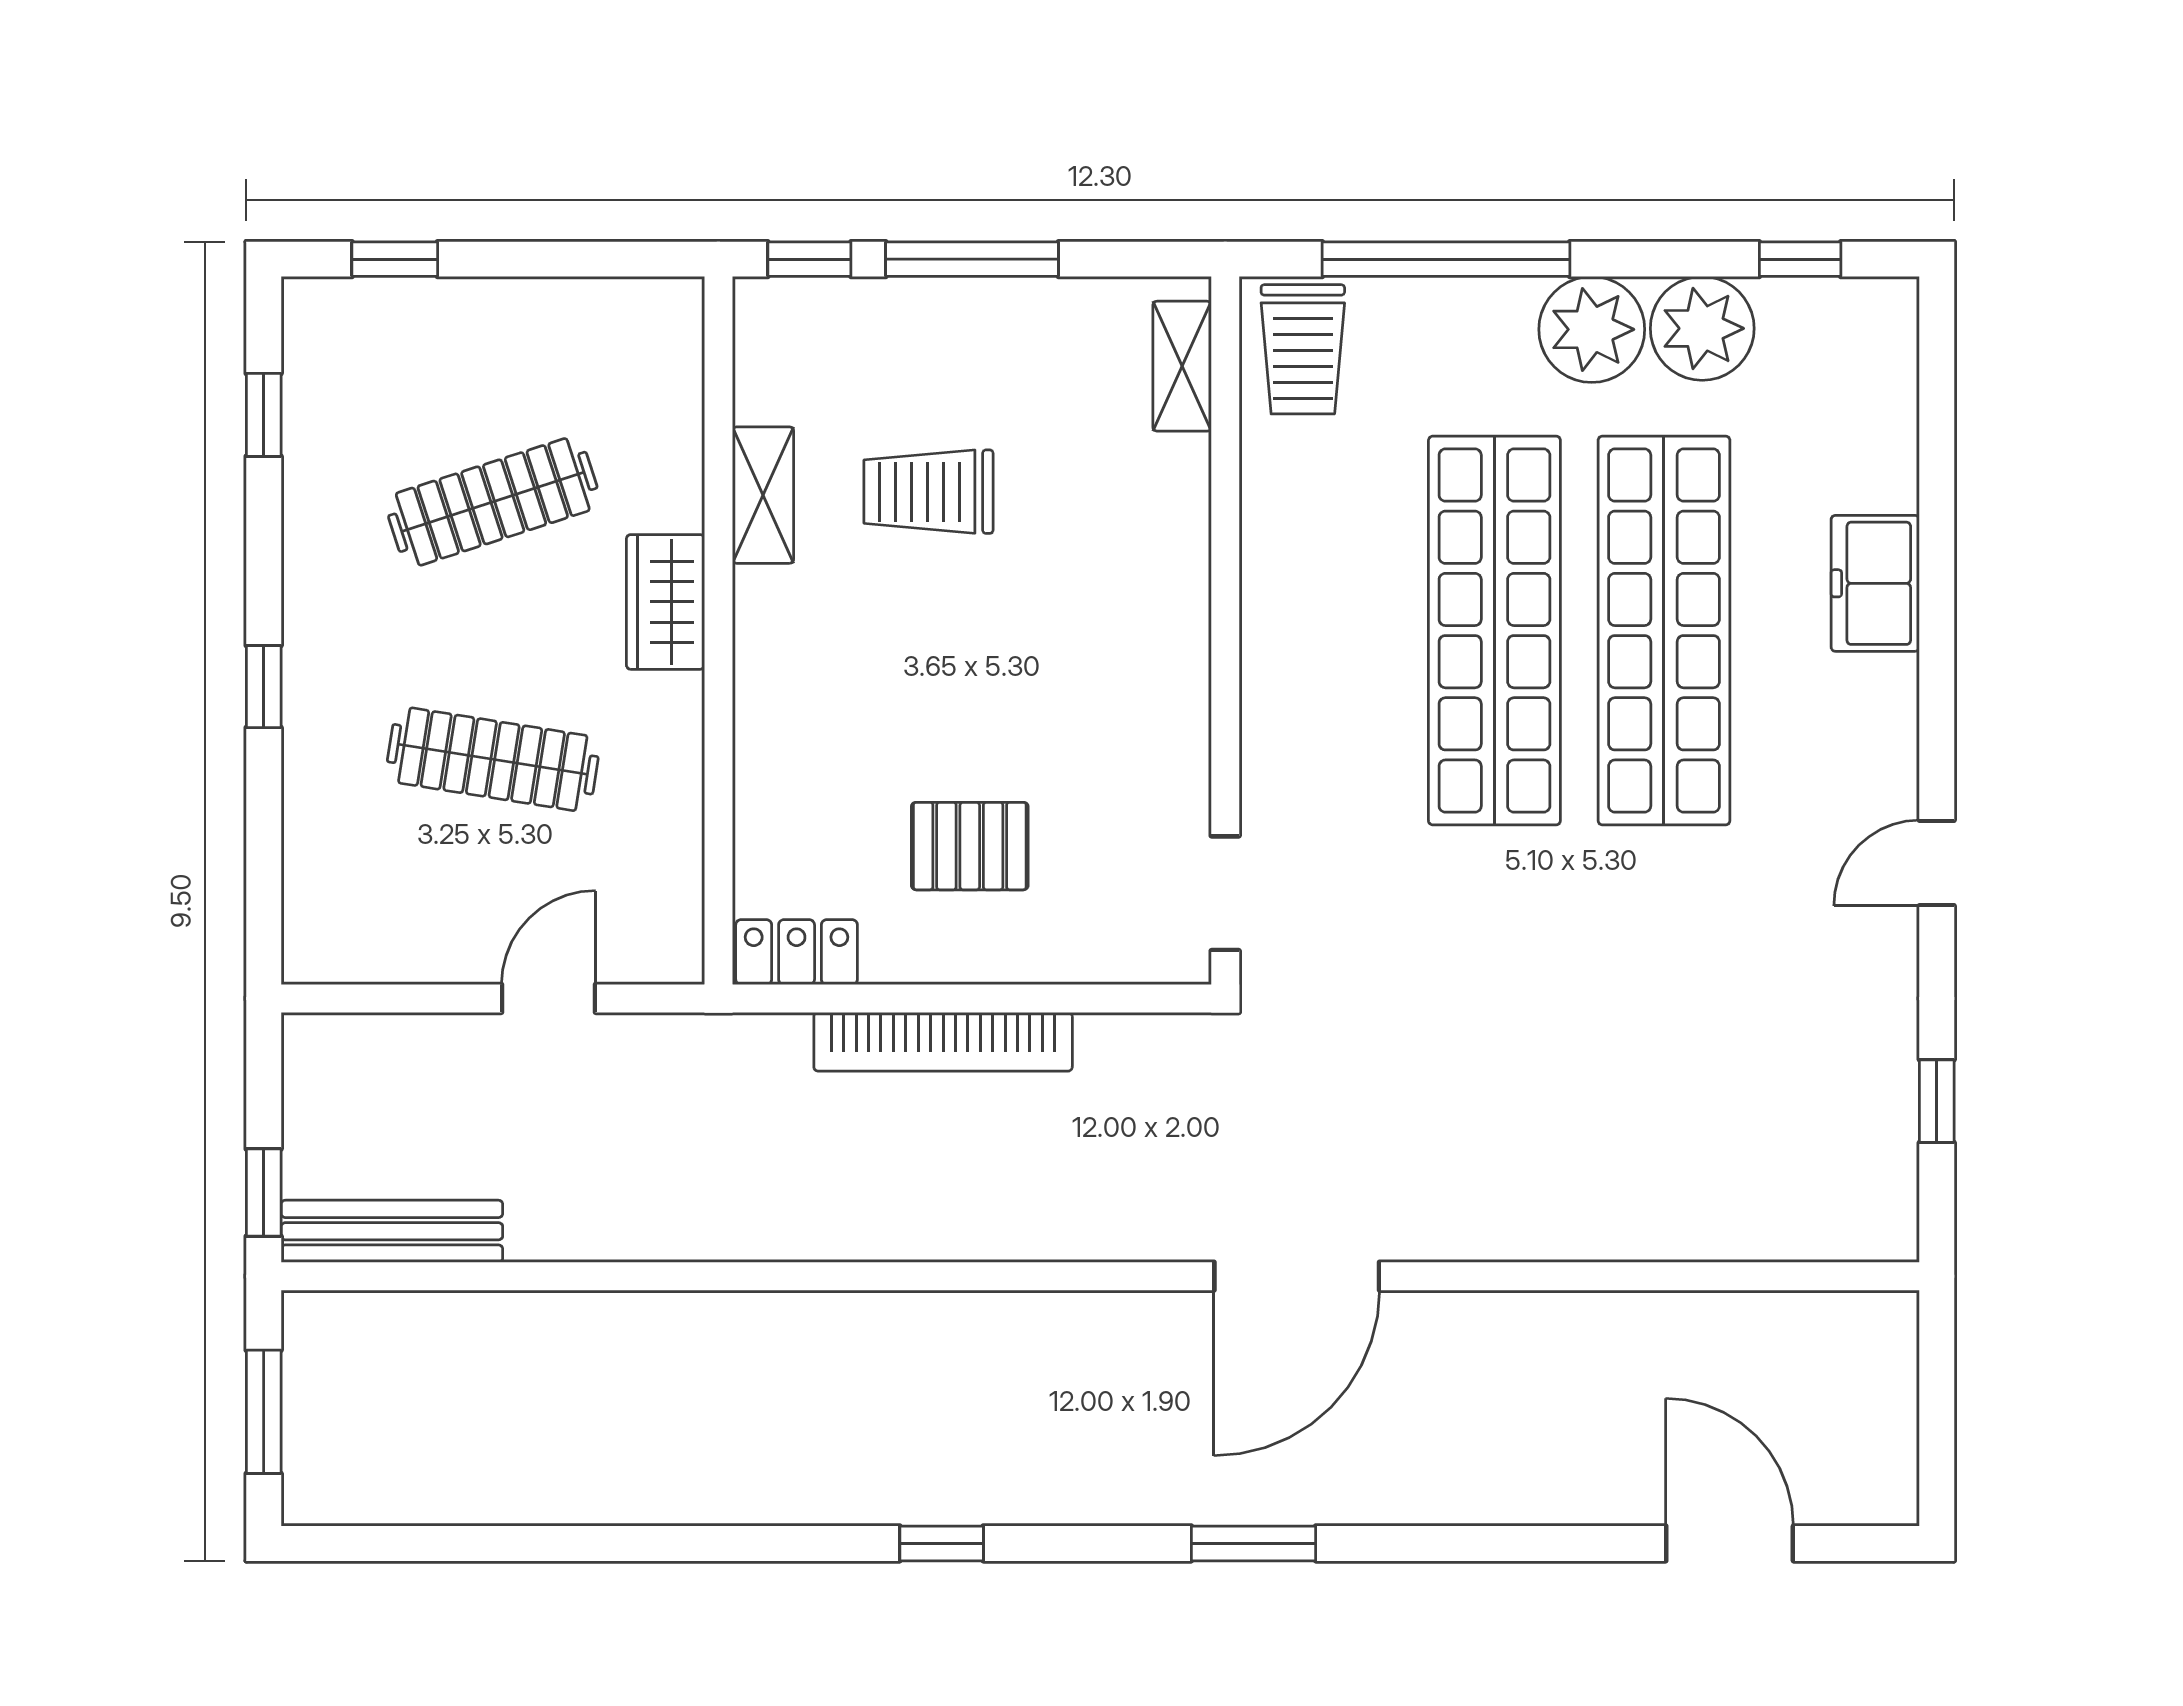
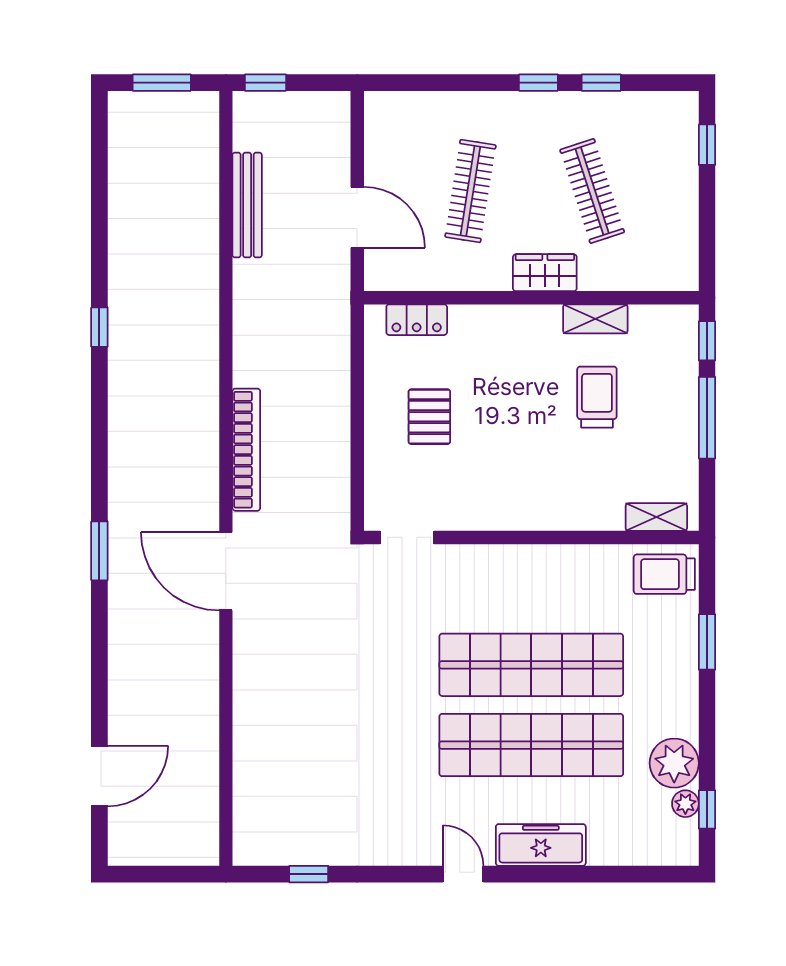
window: (1446, 259) -> (707, 642), width x0.47
plant: (1592, 329) -> (685, 804), moved, width x0.53, depth x0.53
window: (264, 415) -> (601, 83), moved
freezer: (1875, 583) -> (541, 845), width x1.40
window: (264, 687) -> (538, 83), moved
door: (1937, 863) -> (463, 874), moved
locker: (797, 952) -> (417, 320), moved, turned 90
door: (549, 998) -> (357, 217), width x1.38
bookcase: (943, 1042) -> (246, 450), moved, turned 180
bench: (392, 1231) -> (247, 205), moved
window: (942, 1543) -> (99, 327), moved

